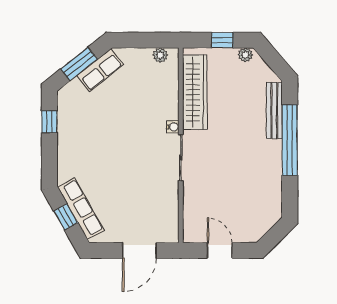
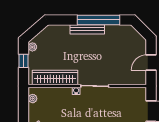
bench: (274, 111) -> (87, 29), moved
window: (290, 140) -> (99, 20), moved

